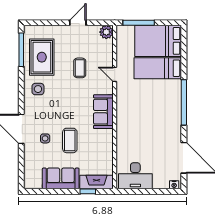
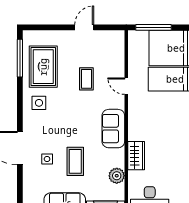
plant: (106, 32) -> (117, 176), moved
wardrobe: (123, 135) -> (136, 156), added

